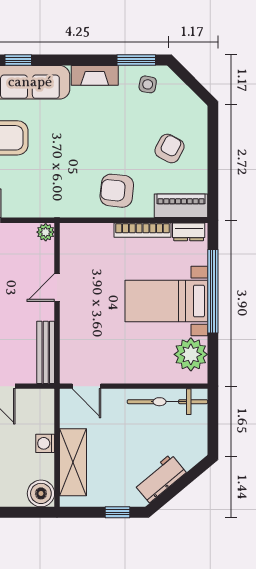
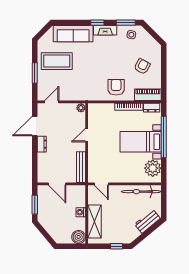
window: (18, 60) -> (97, 23), moved
armchair: (117, 191) -> (116, 87), turned 84
workbench: (160, 478) -> (147, 221), moved

